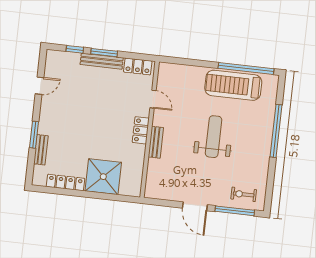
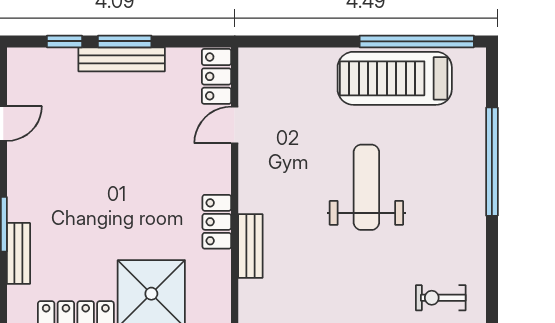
locker: (138, 66) -> (216, 76), moved, turned 90
door: (153, 99) -> (235, 125), swing flipped
locker: (141, 130) -> (217, 222), moved
bench: (156, 142) -> (250, 246), moved

